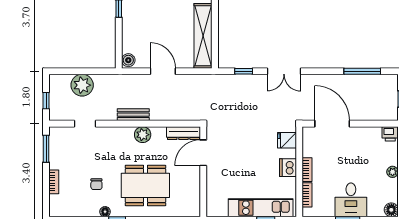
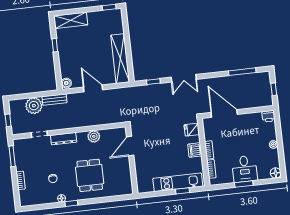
bench: (133, 115) -> (54, 100), moved
dresser: (183, 133) -> (64, 139), moved
plant: (143, 135) -> (94, 136), moved
dining table: (145, 185) -> (90, 175), width x0.73

